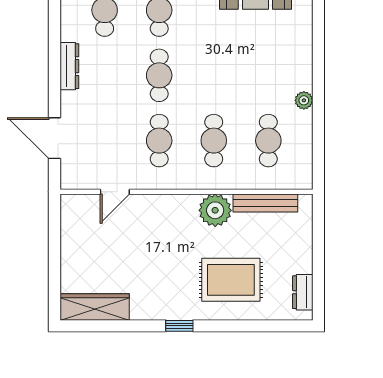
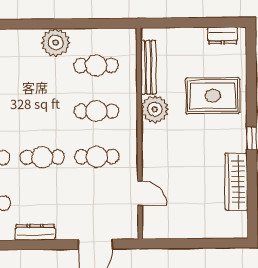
plant: (304, 100) -> (56, 43), width x1.88, depth x1.88
rug: (231, 280) -> (213, 96), turned 90
wardrobe: (95, 307) -> (236, 182), moved

